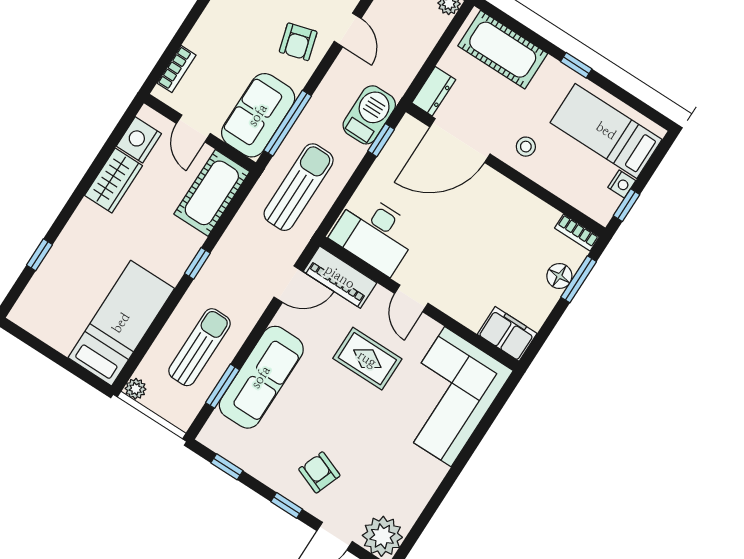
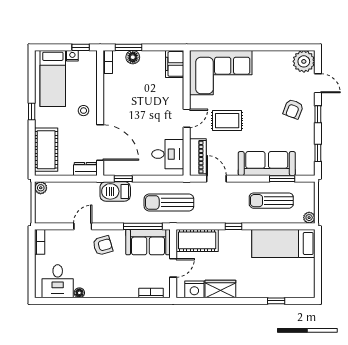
desk: (375, 233) -> (168, 154), width x0.73
rug: (367, 359) -> (227, 121), turned 90

